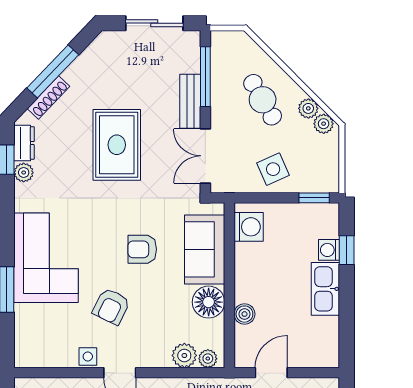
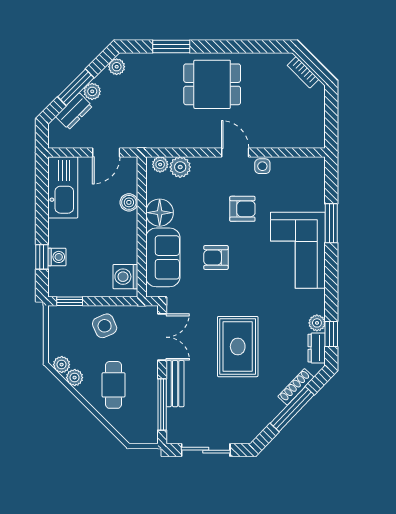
cafe table: (263, 100) -> (114, 385), turned 30
armchair: (142, 249) -> (216, 257), turned 180
kitchen sink: (325, 289) -> (63, 187), moved, width x1.36, depth x1.24
armchair: (111, 306) -> (242, 209), turned 64

